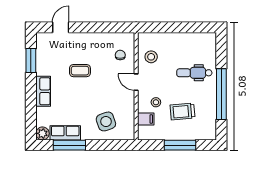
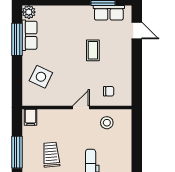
row of seats: (43, 91) -> (109, 13), moved
stool: (156, 102) -> (61, 128), removed
filing cabinet: (146, 119) -> (31, 117), moved
side table: (106, 121) -> (41, 77), turned 45

